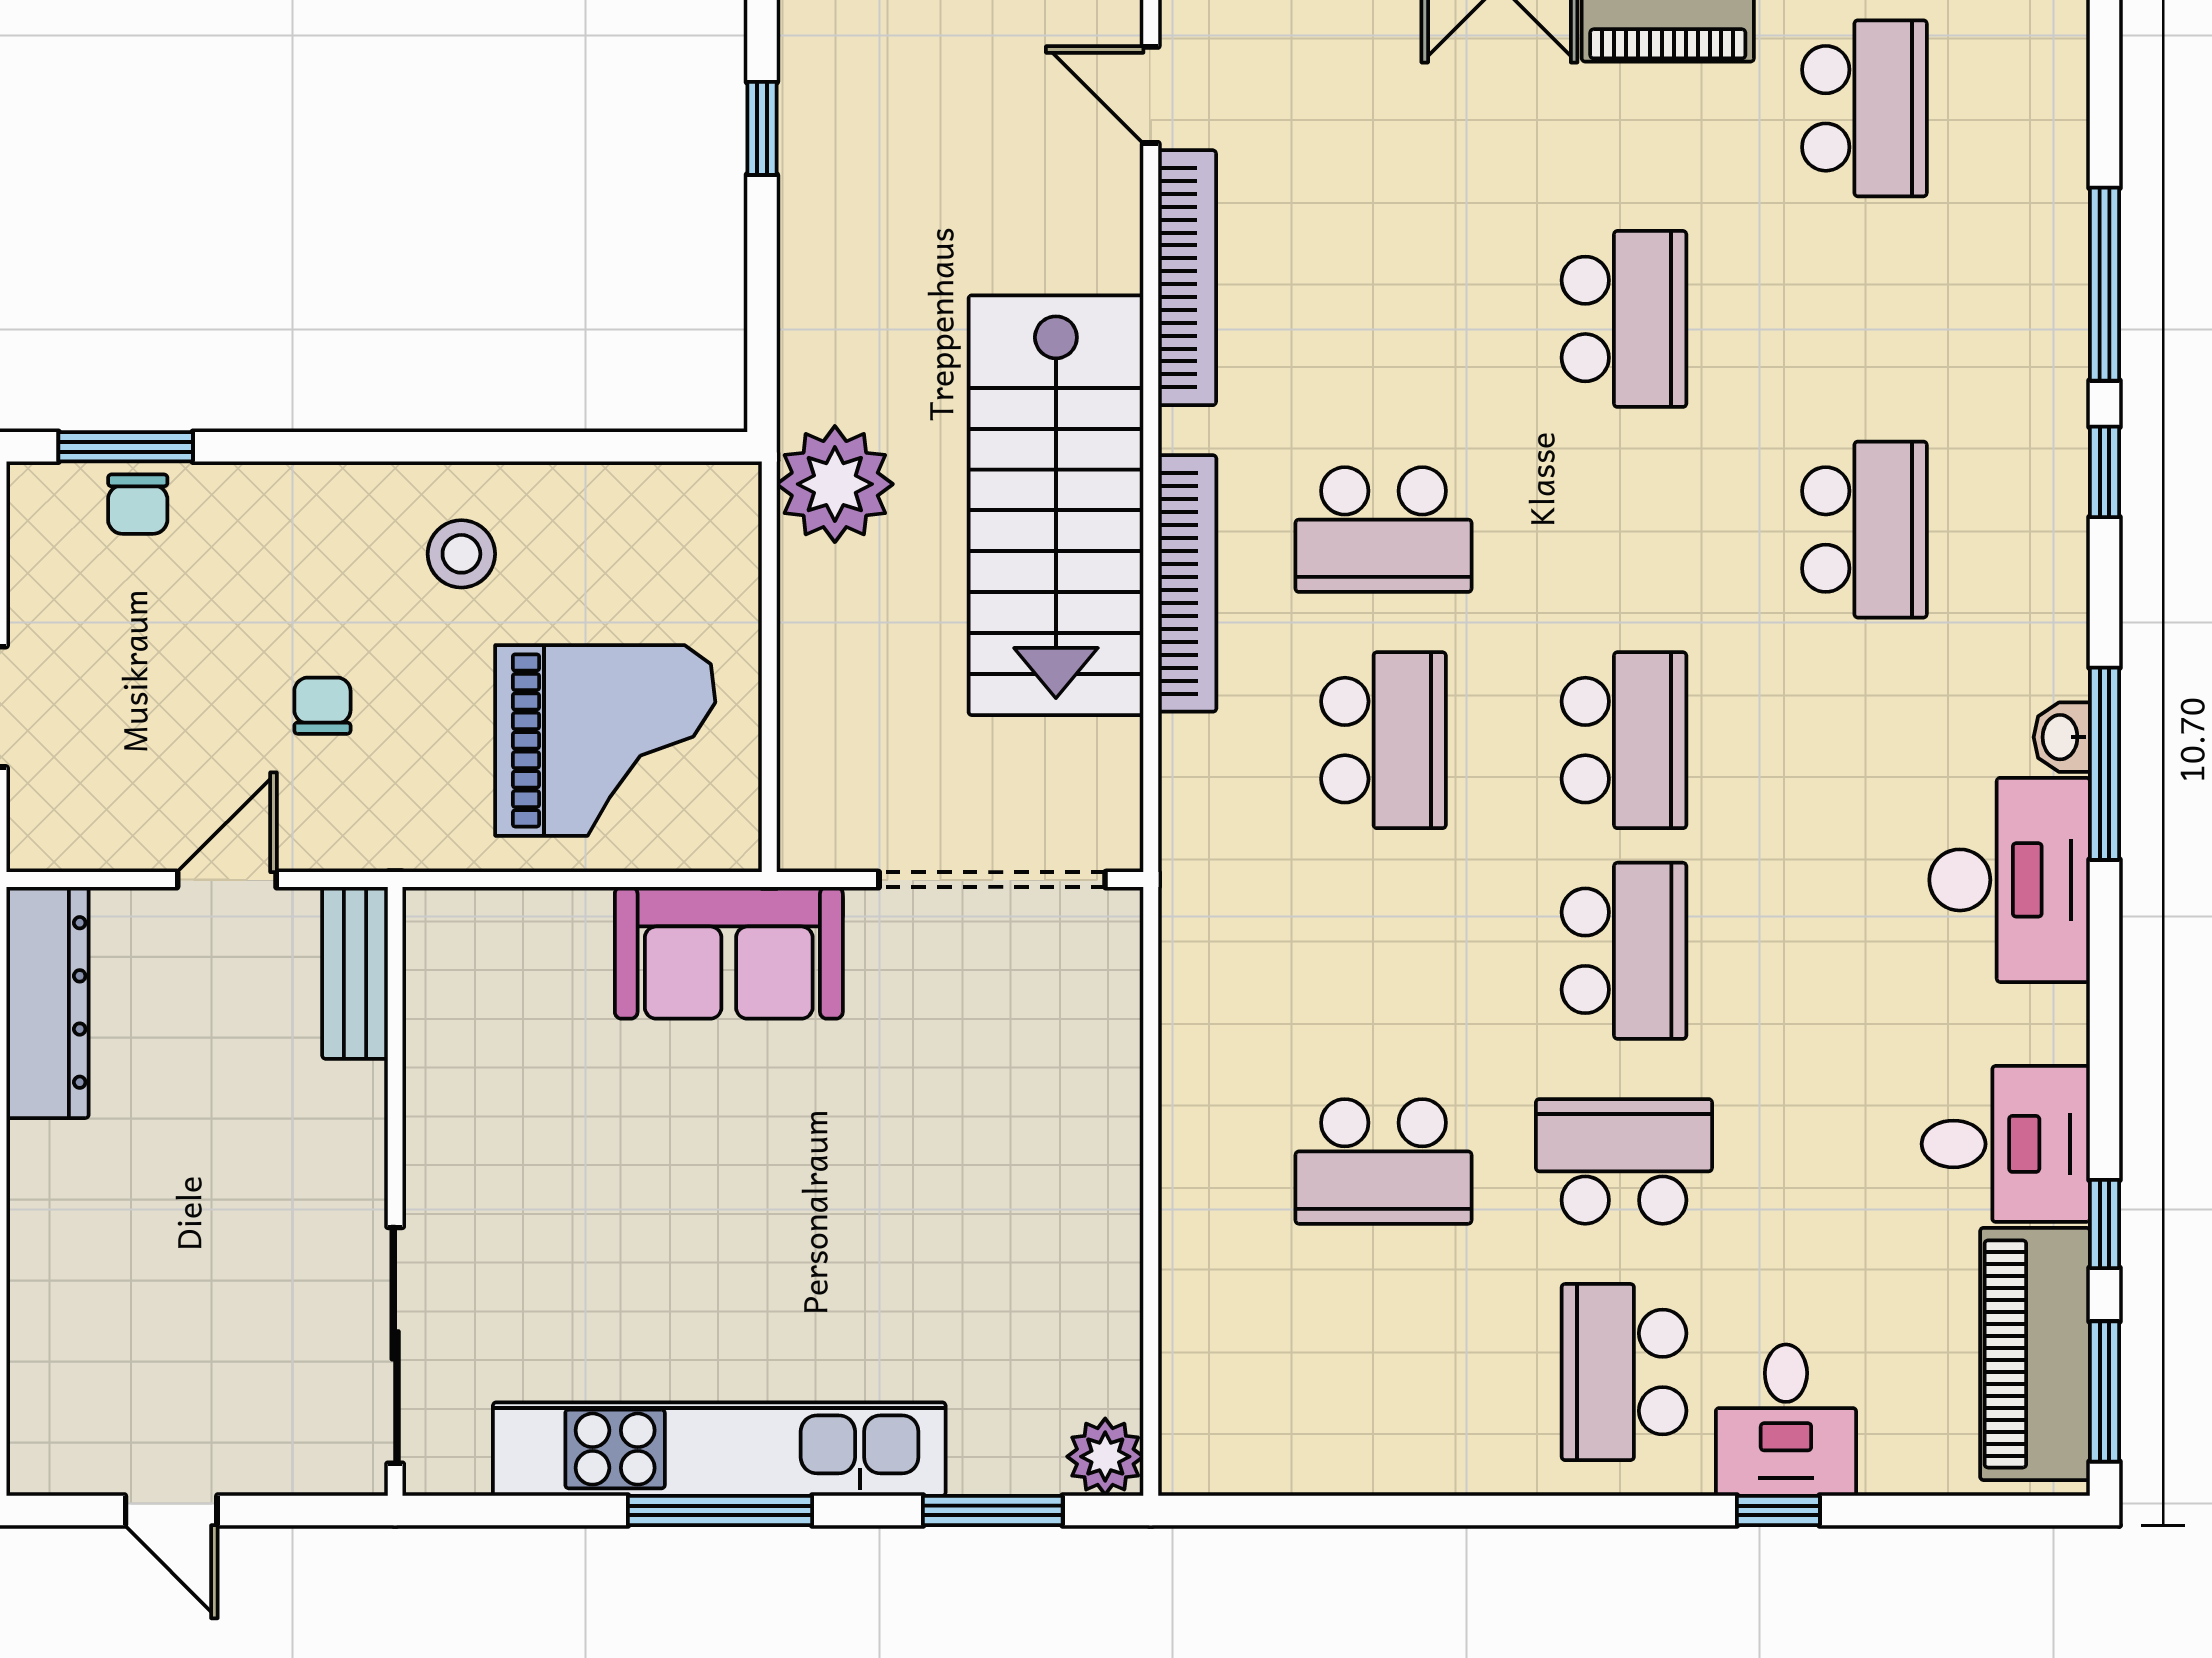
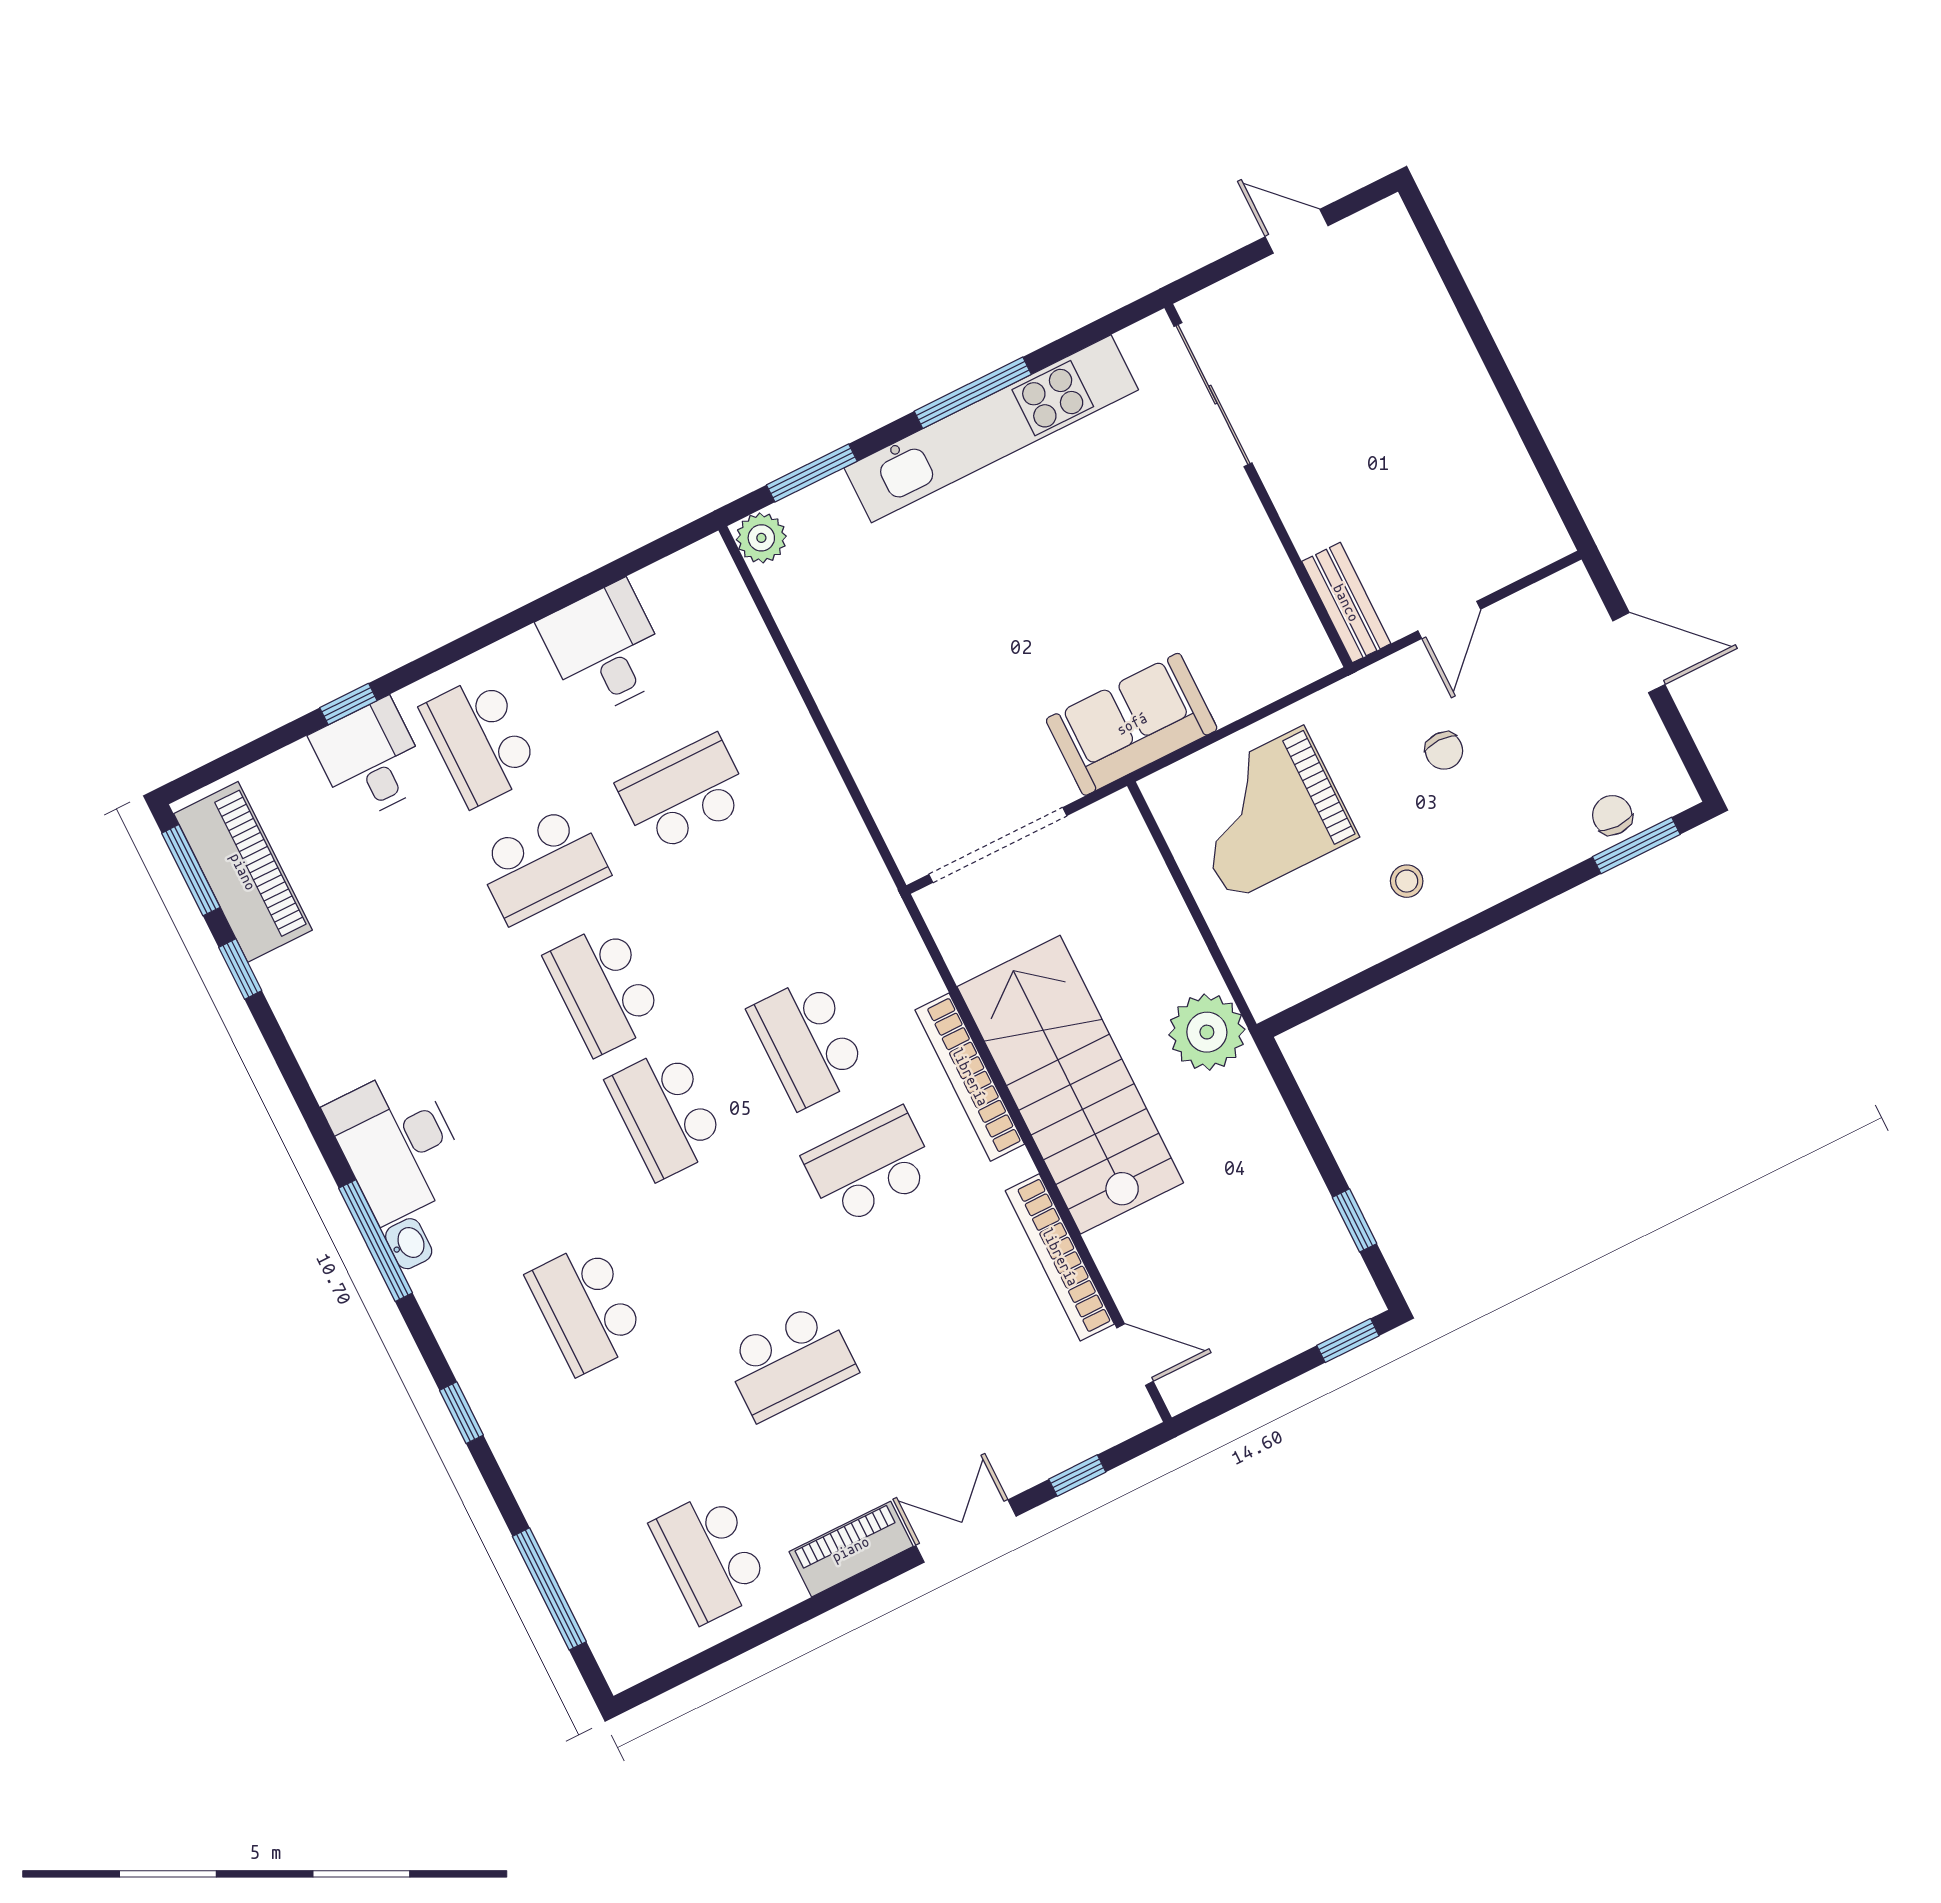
window: (2104, 284) -> (549, 1589), moved
school desk: (1624, 319) -> (790, 1362), turned -90
stool: (461, 554) -> (1407, 881), width x0.73, depth x0.73
dresser: (48, 1002) -> (1519, 495), removed
desk: (2006, 1144) -> (605, 649), moved, turned 90
school desk: (1624, 1372) -> (480, 740), turned 180

